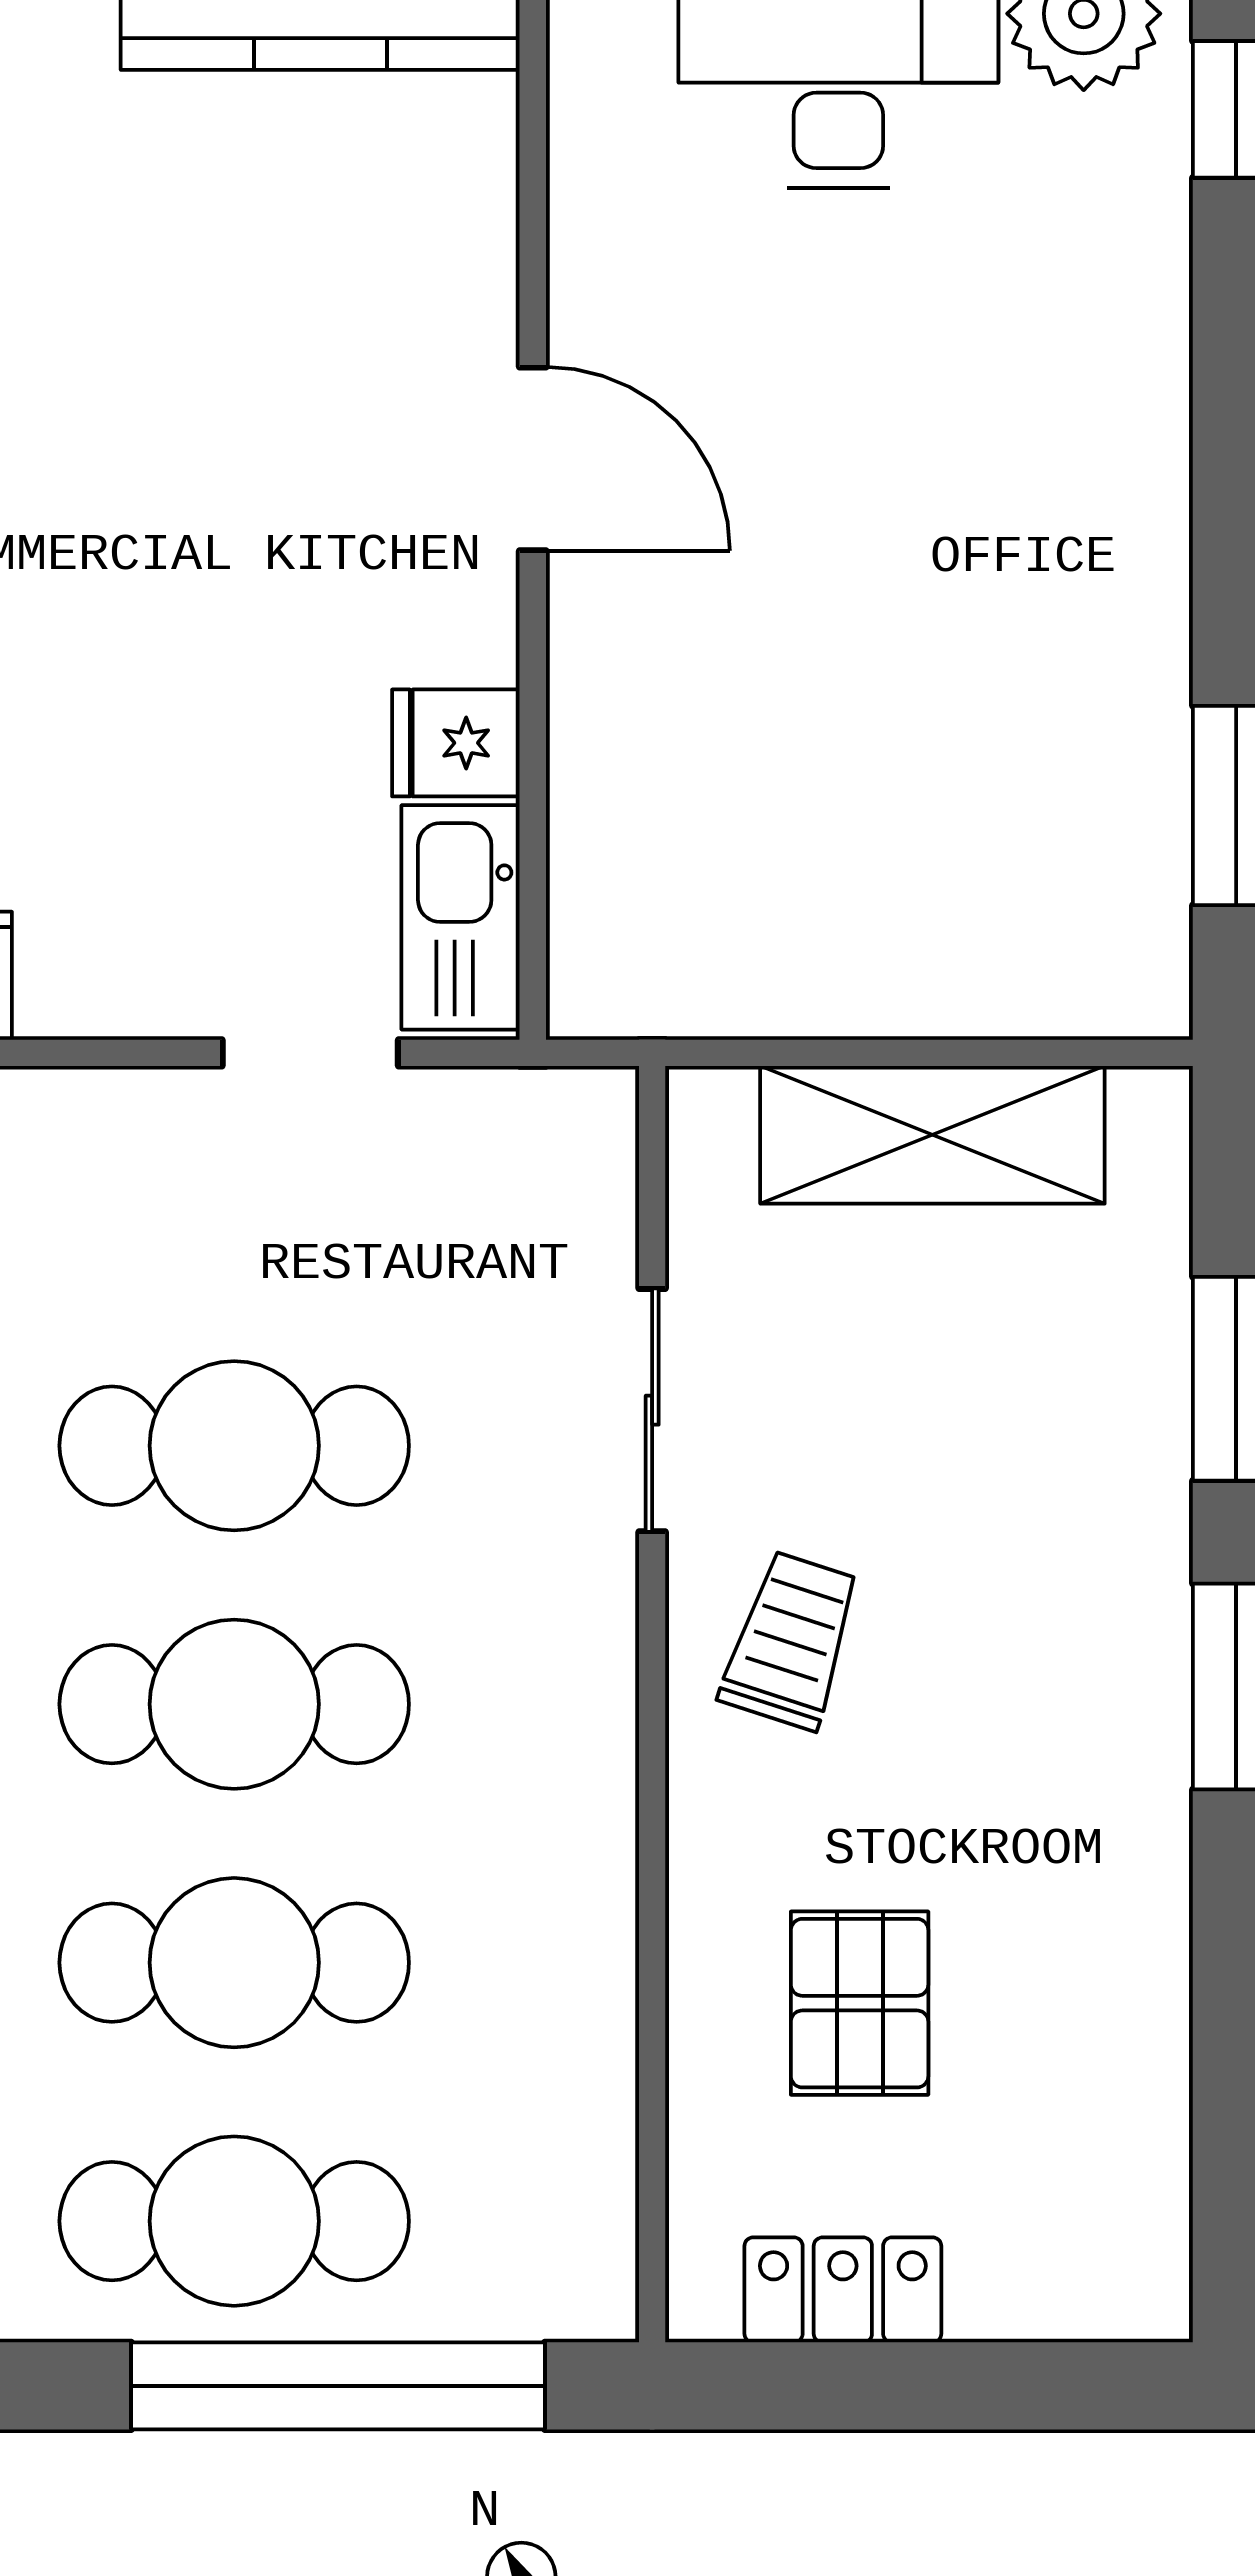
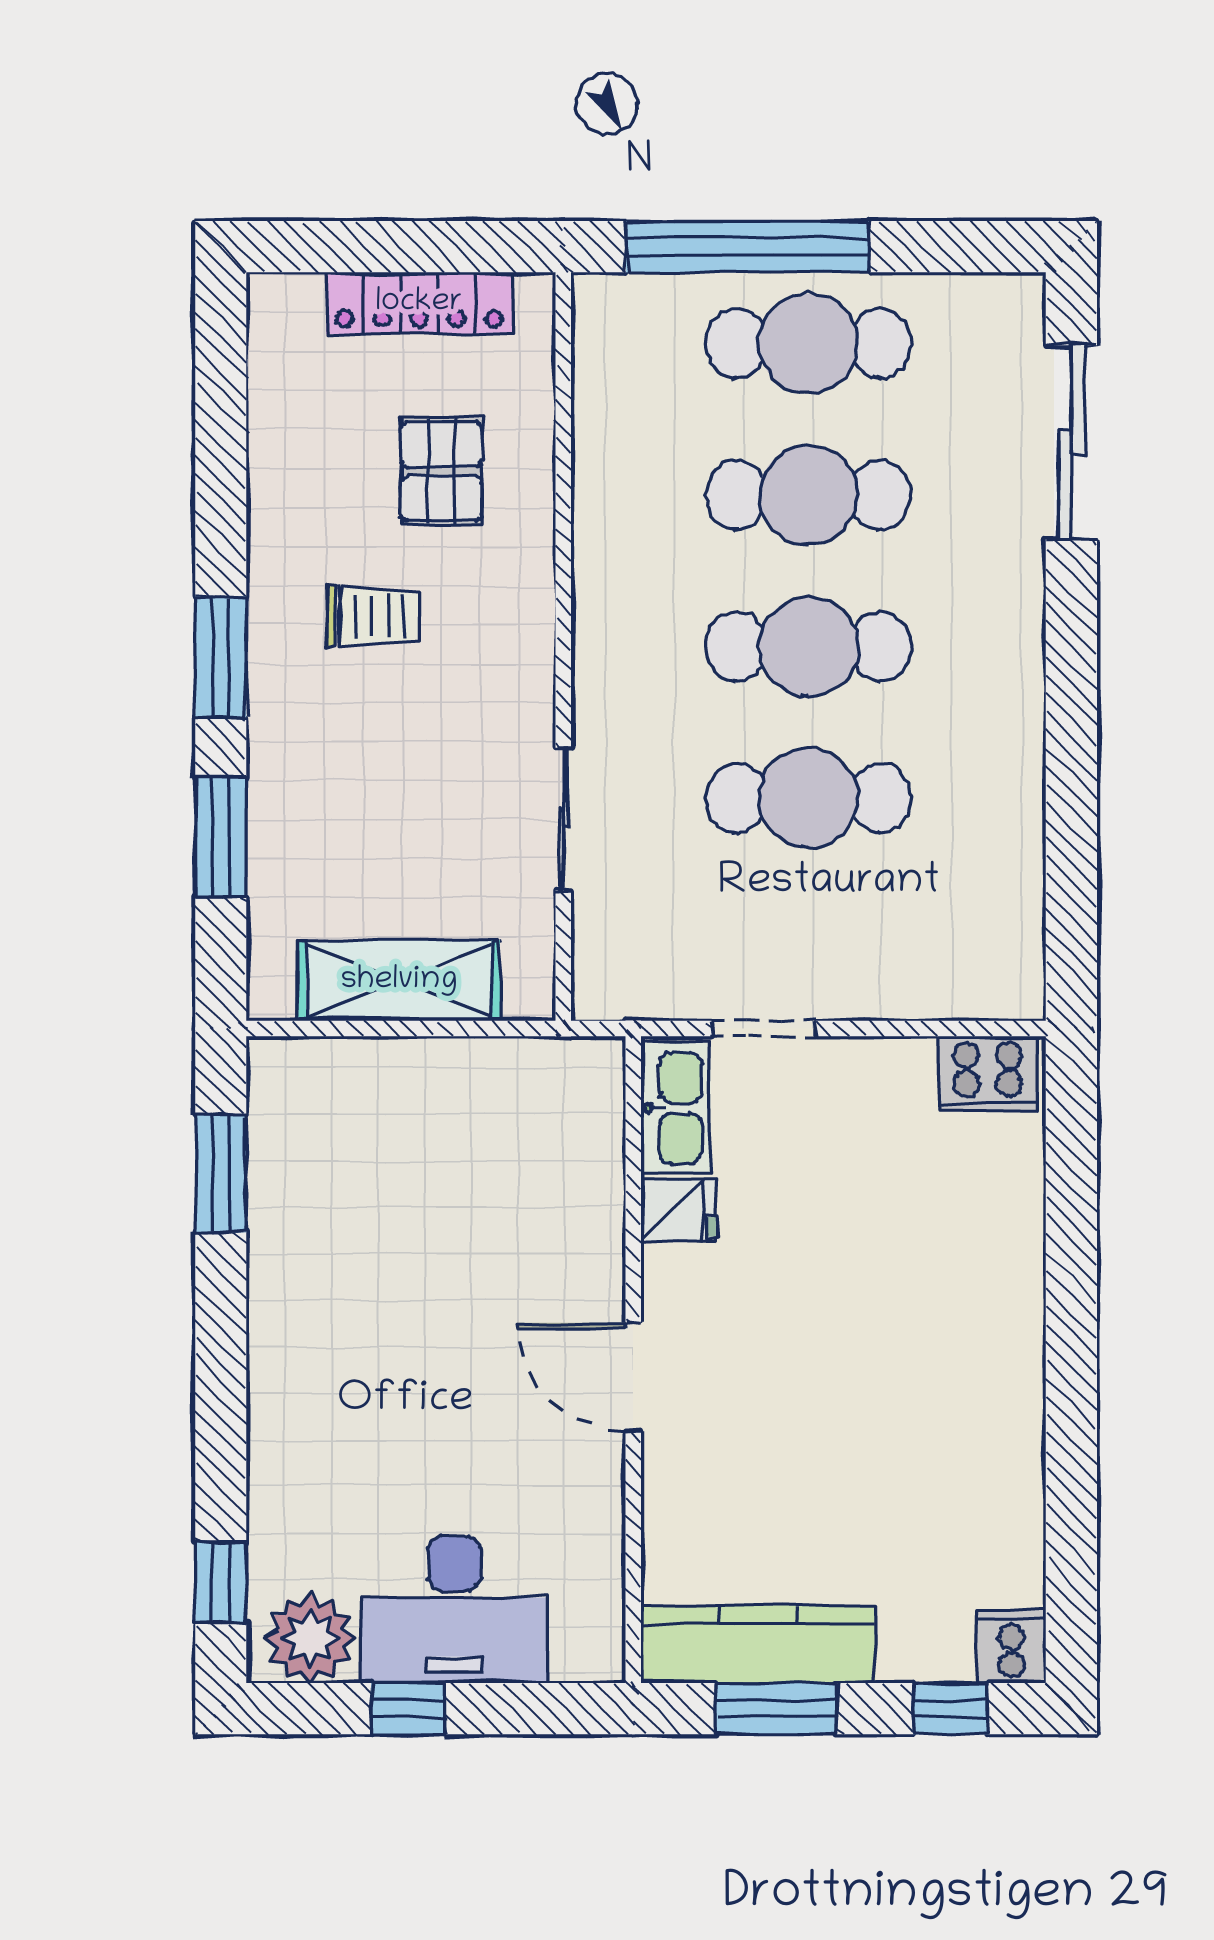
trolley: (791, 1641) -> (374, 616), moved, turned -108
locker: (843, 2290) -> (419, 303), width x1.53

